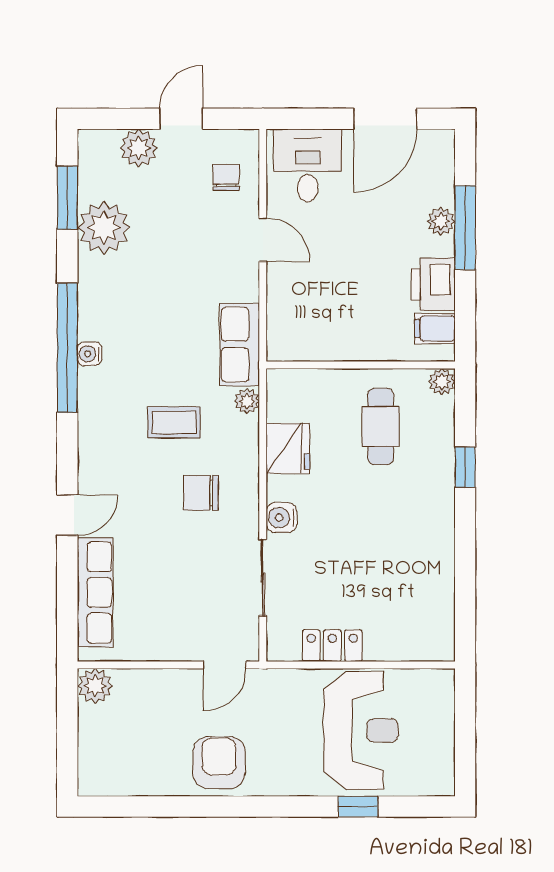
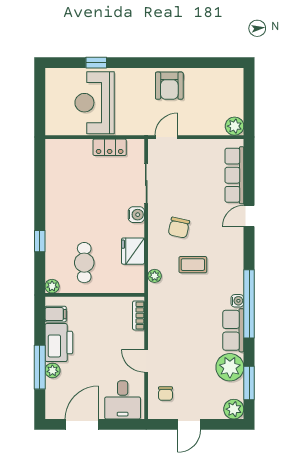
plant: (139, 148) -> (234, 409), moved
printer: (433, 284) -> (59, 343), width x1.37, depth x1.19
bookcase: (277, 326) -> (139, 315), added
row of seats: (240, 345) -> (233, 330), moved, turned 180
chair: (201, 493) -> (179, 228), turned 102

